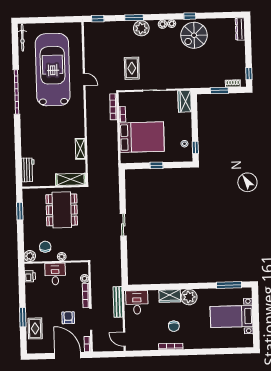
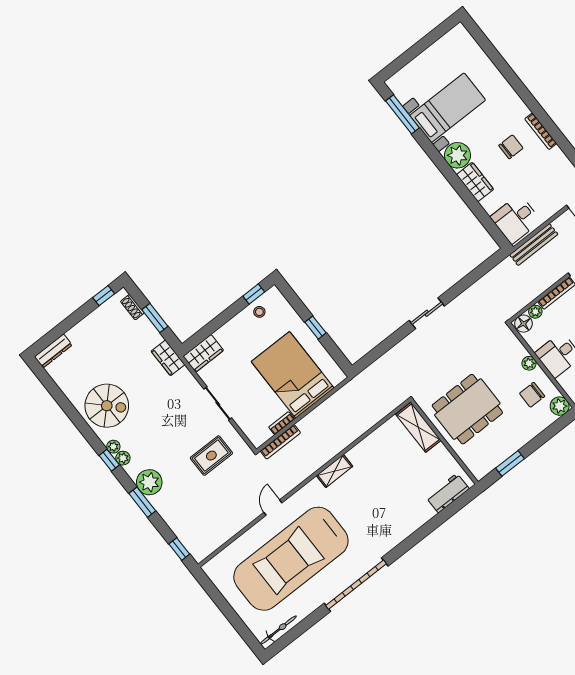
window: (190, 16) -> (109, 460), moved
wardrobe: (195, 82) -> (168, 358), added
shelving: (80, 149) -> (335, 471), moved
floor lamp: (83, 268) -> (524, 324), added
bed with nightstands: (232, 316) -> (448, 108), moved, turned -90

